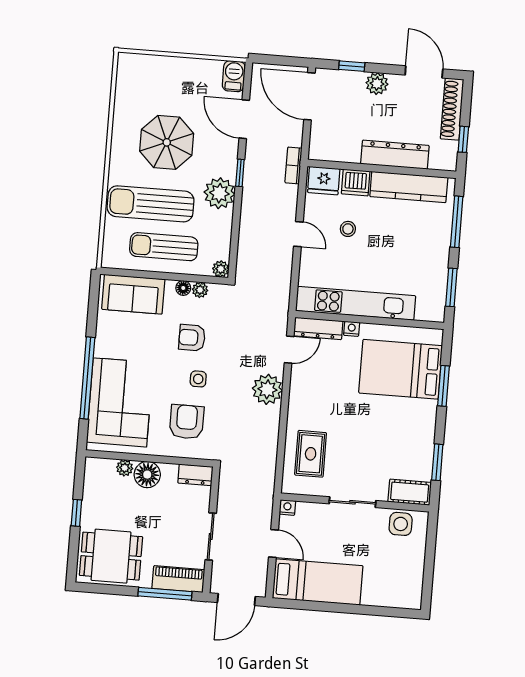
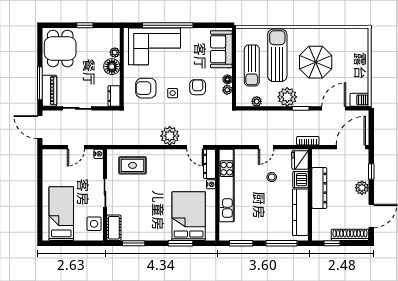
dresser: (395, 155) -> (319, 188), moved
sun lounger: (164, 247) -> (252, 65), turned 180
plant: (221, 269) -> (257, 101), moved
armchair: (187, 422) -> (146, 88), turned 180
bed: (318, 582) -> (61, 214), moved, turned 180

